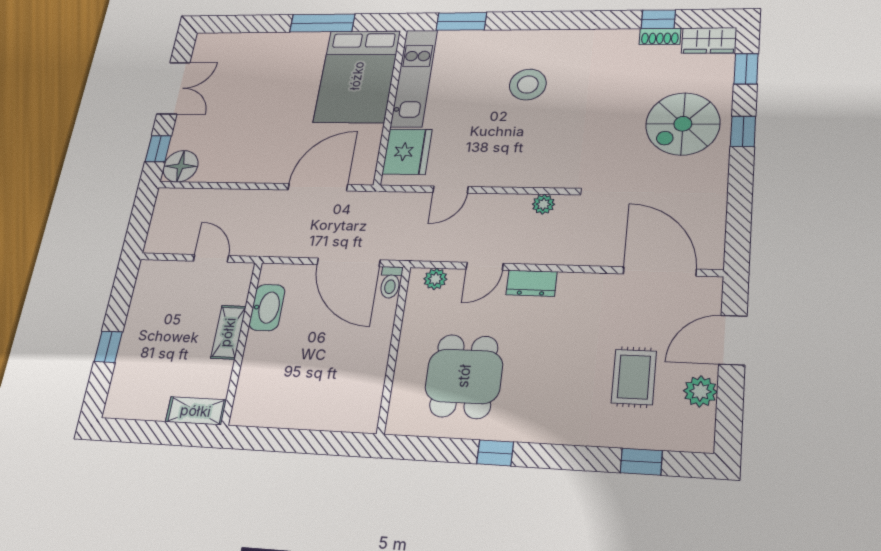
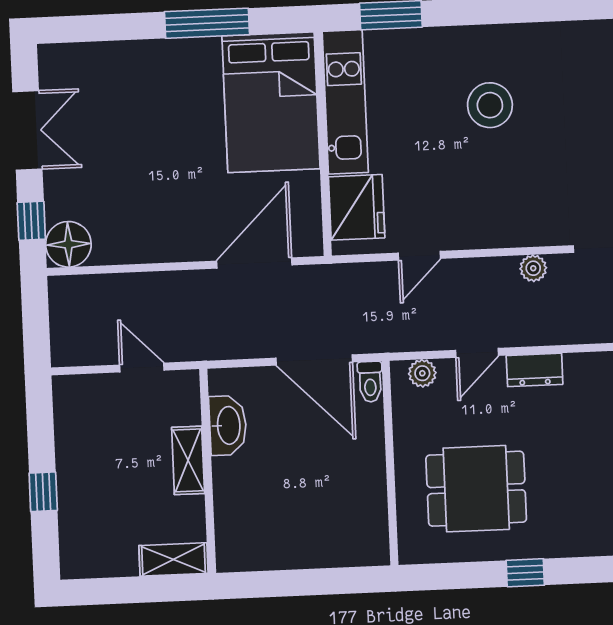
dining table: (464, 376) -> (476, 489), turned 90

